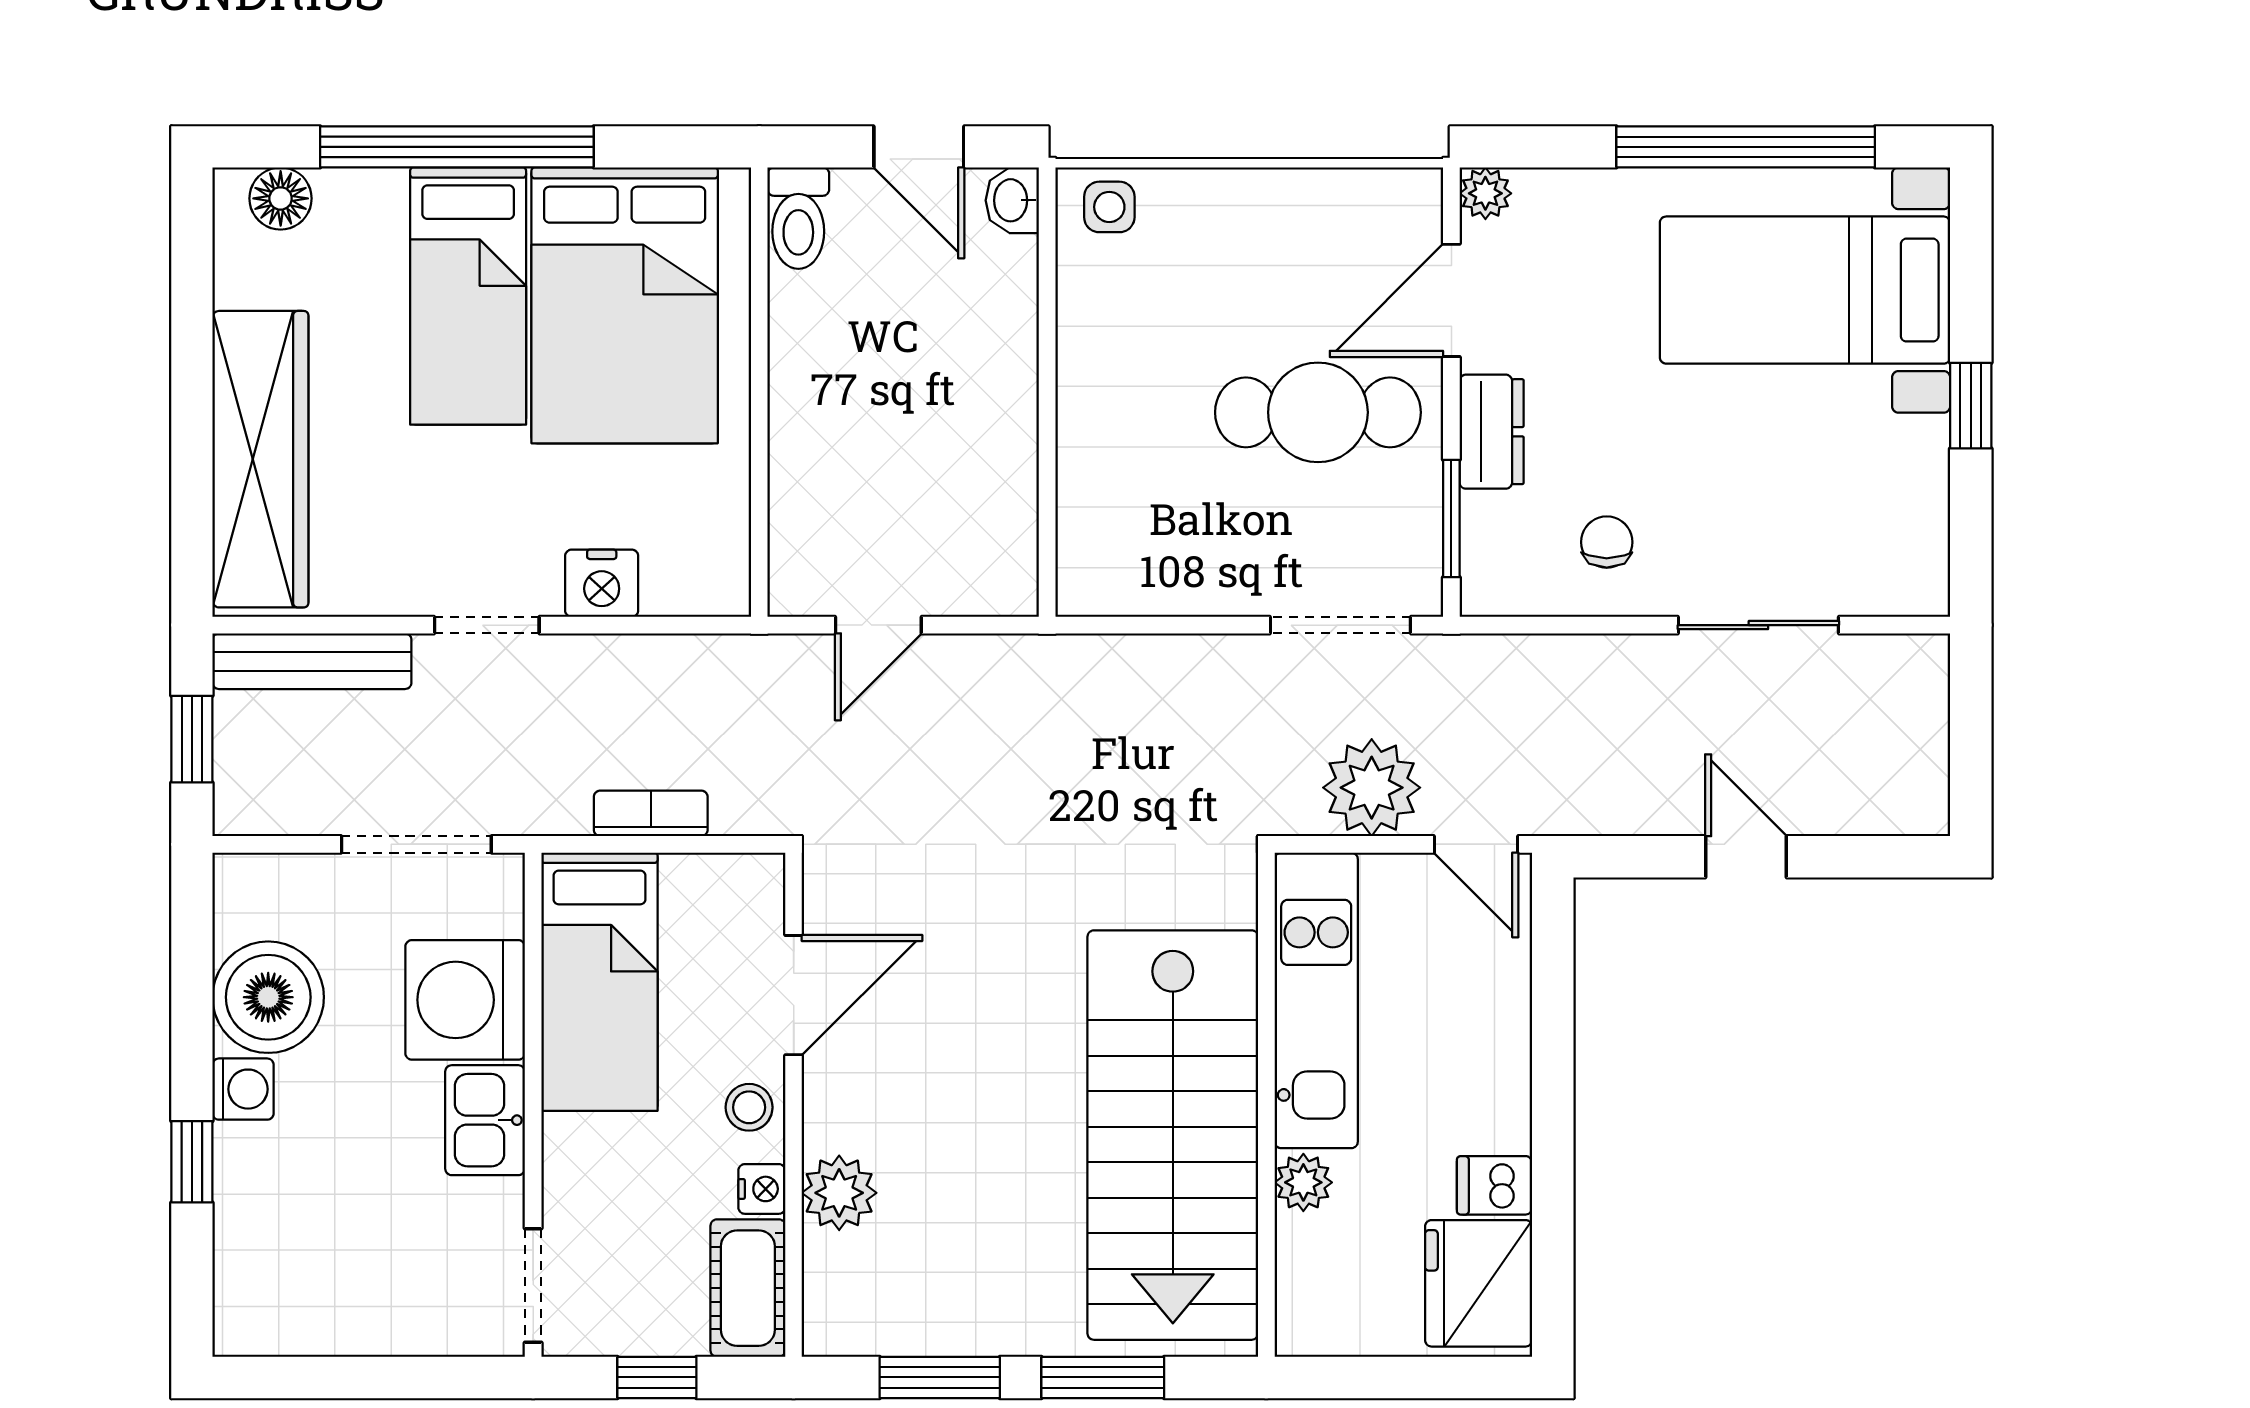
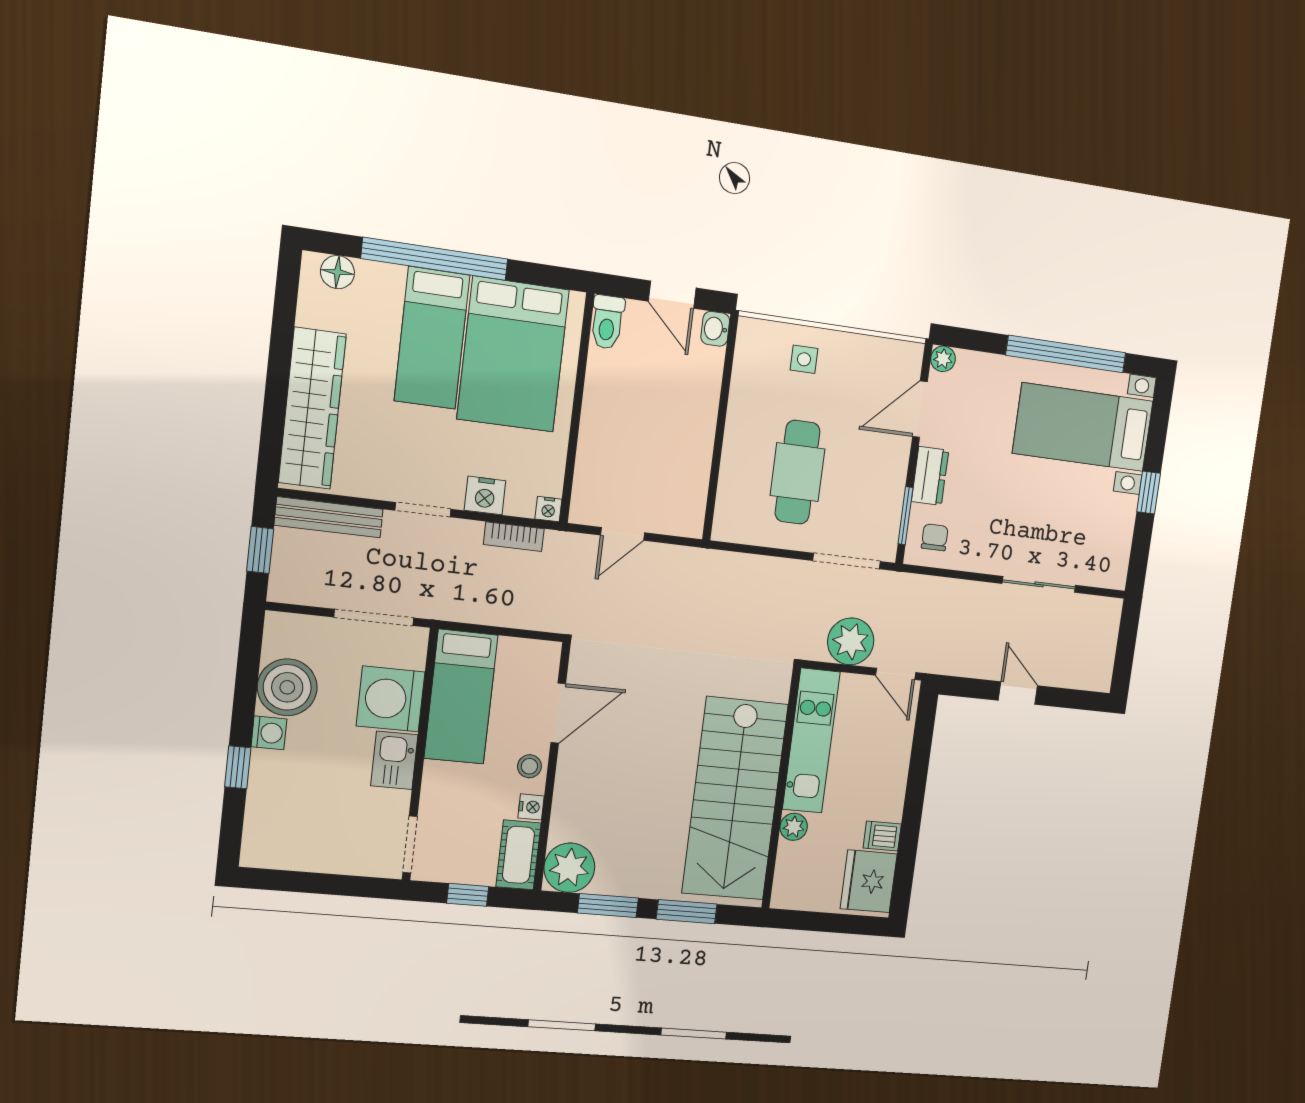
side table: (1109, 207) -> (804, 359), moved
cafe table: (1318, 412) -> (797, 472), moved, turned 90
chair: (1607, 542) -> (935, 537), moved
nightstand: (727, 594) -> (548, 509), added
bookcase: (651, 813) -> (514, 537), moved, turned 180
plant: (839, 1193) -> (569, 868), moved, width x1.36, depth x1.36

